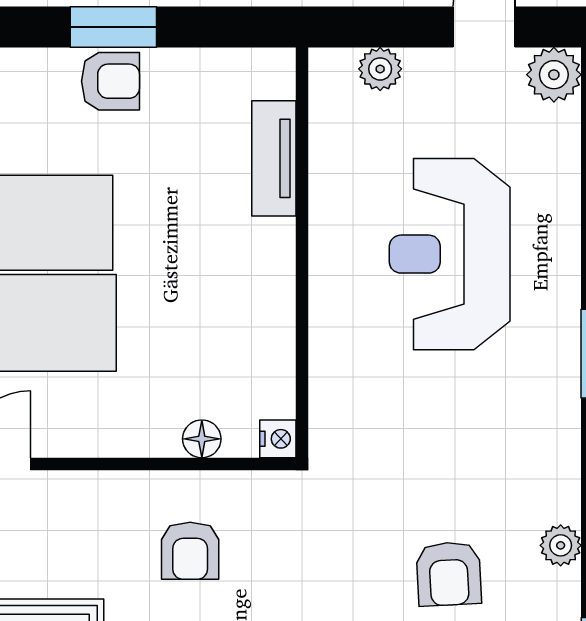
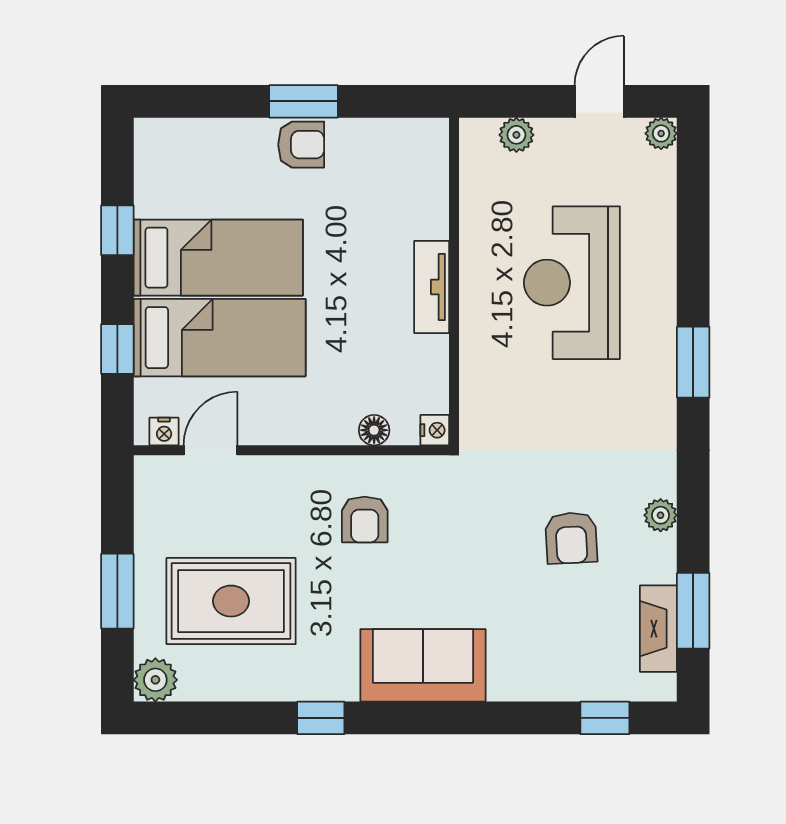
plant: (554, 75) -> (661, 133), width x0.73, depth x0.73
tv unit: (274, 158) -> (432, 287), moved

